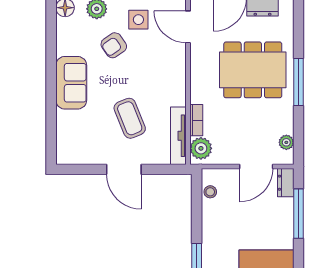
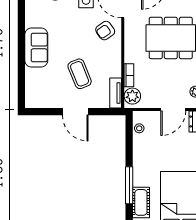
armchair: (114, 45) -> (105, 31), moved
tv unit: (178, 136) -> (116, 93), width x0.71

